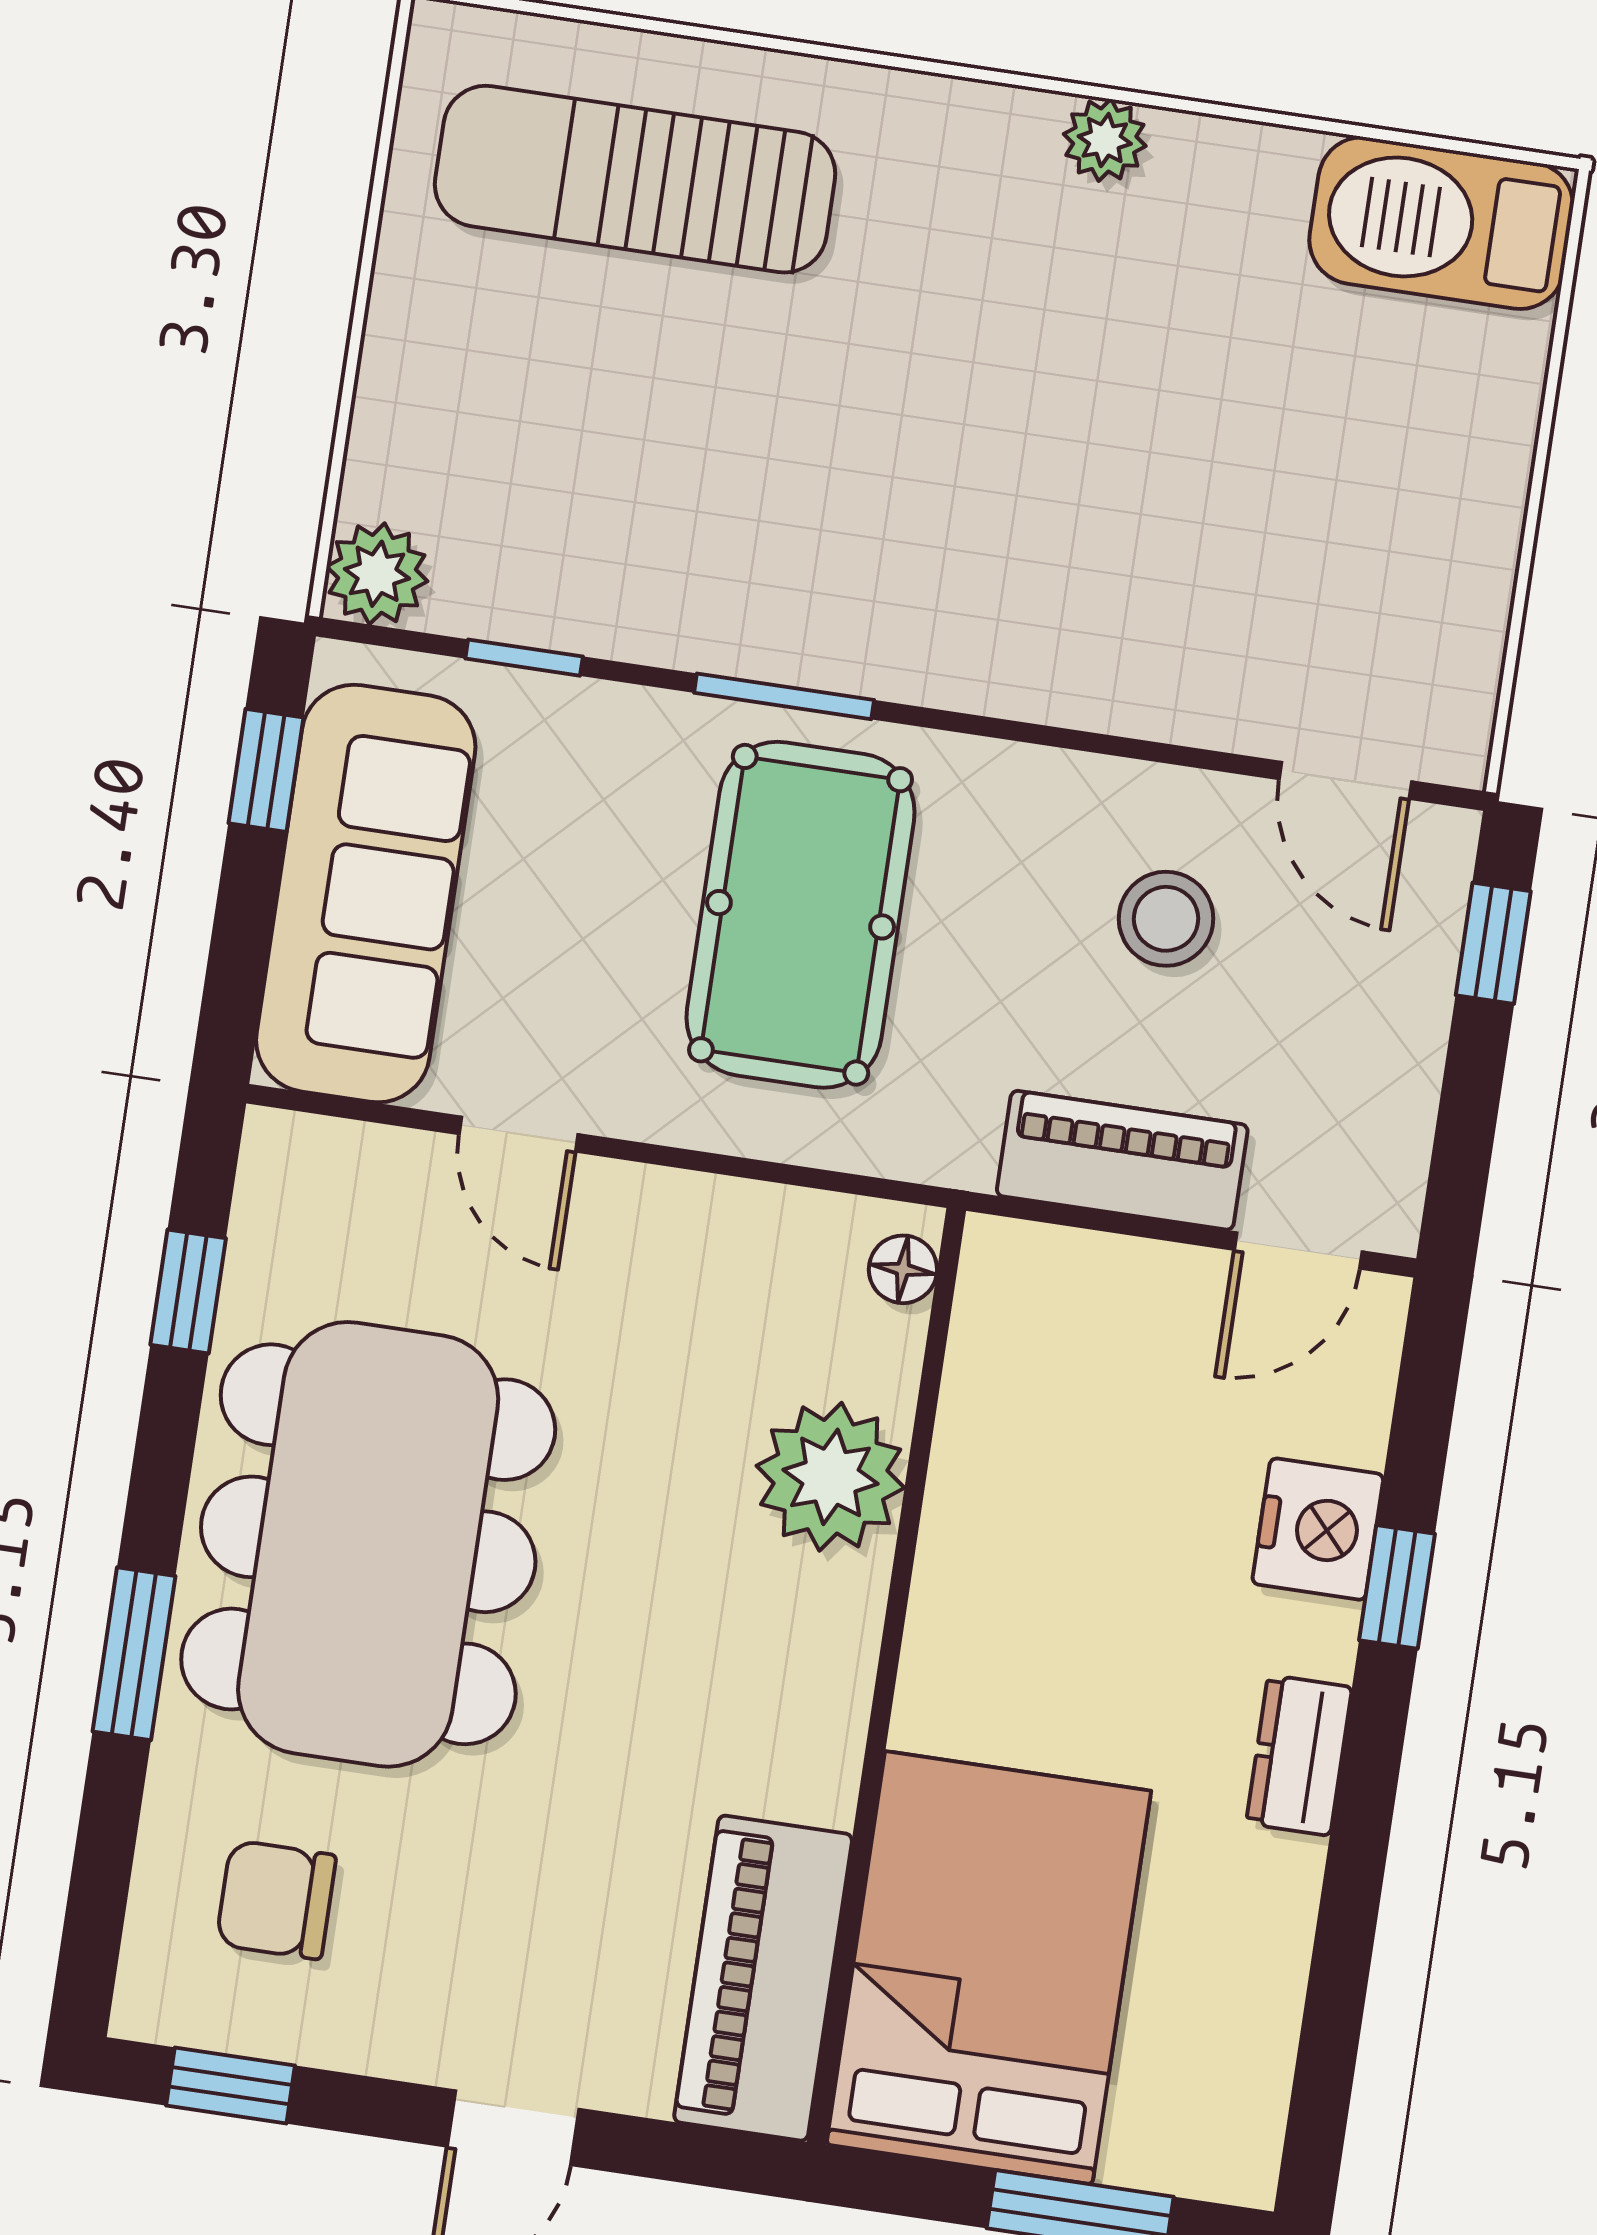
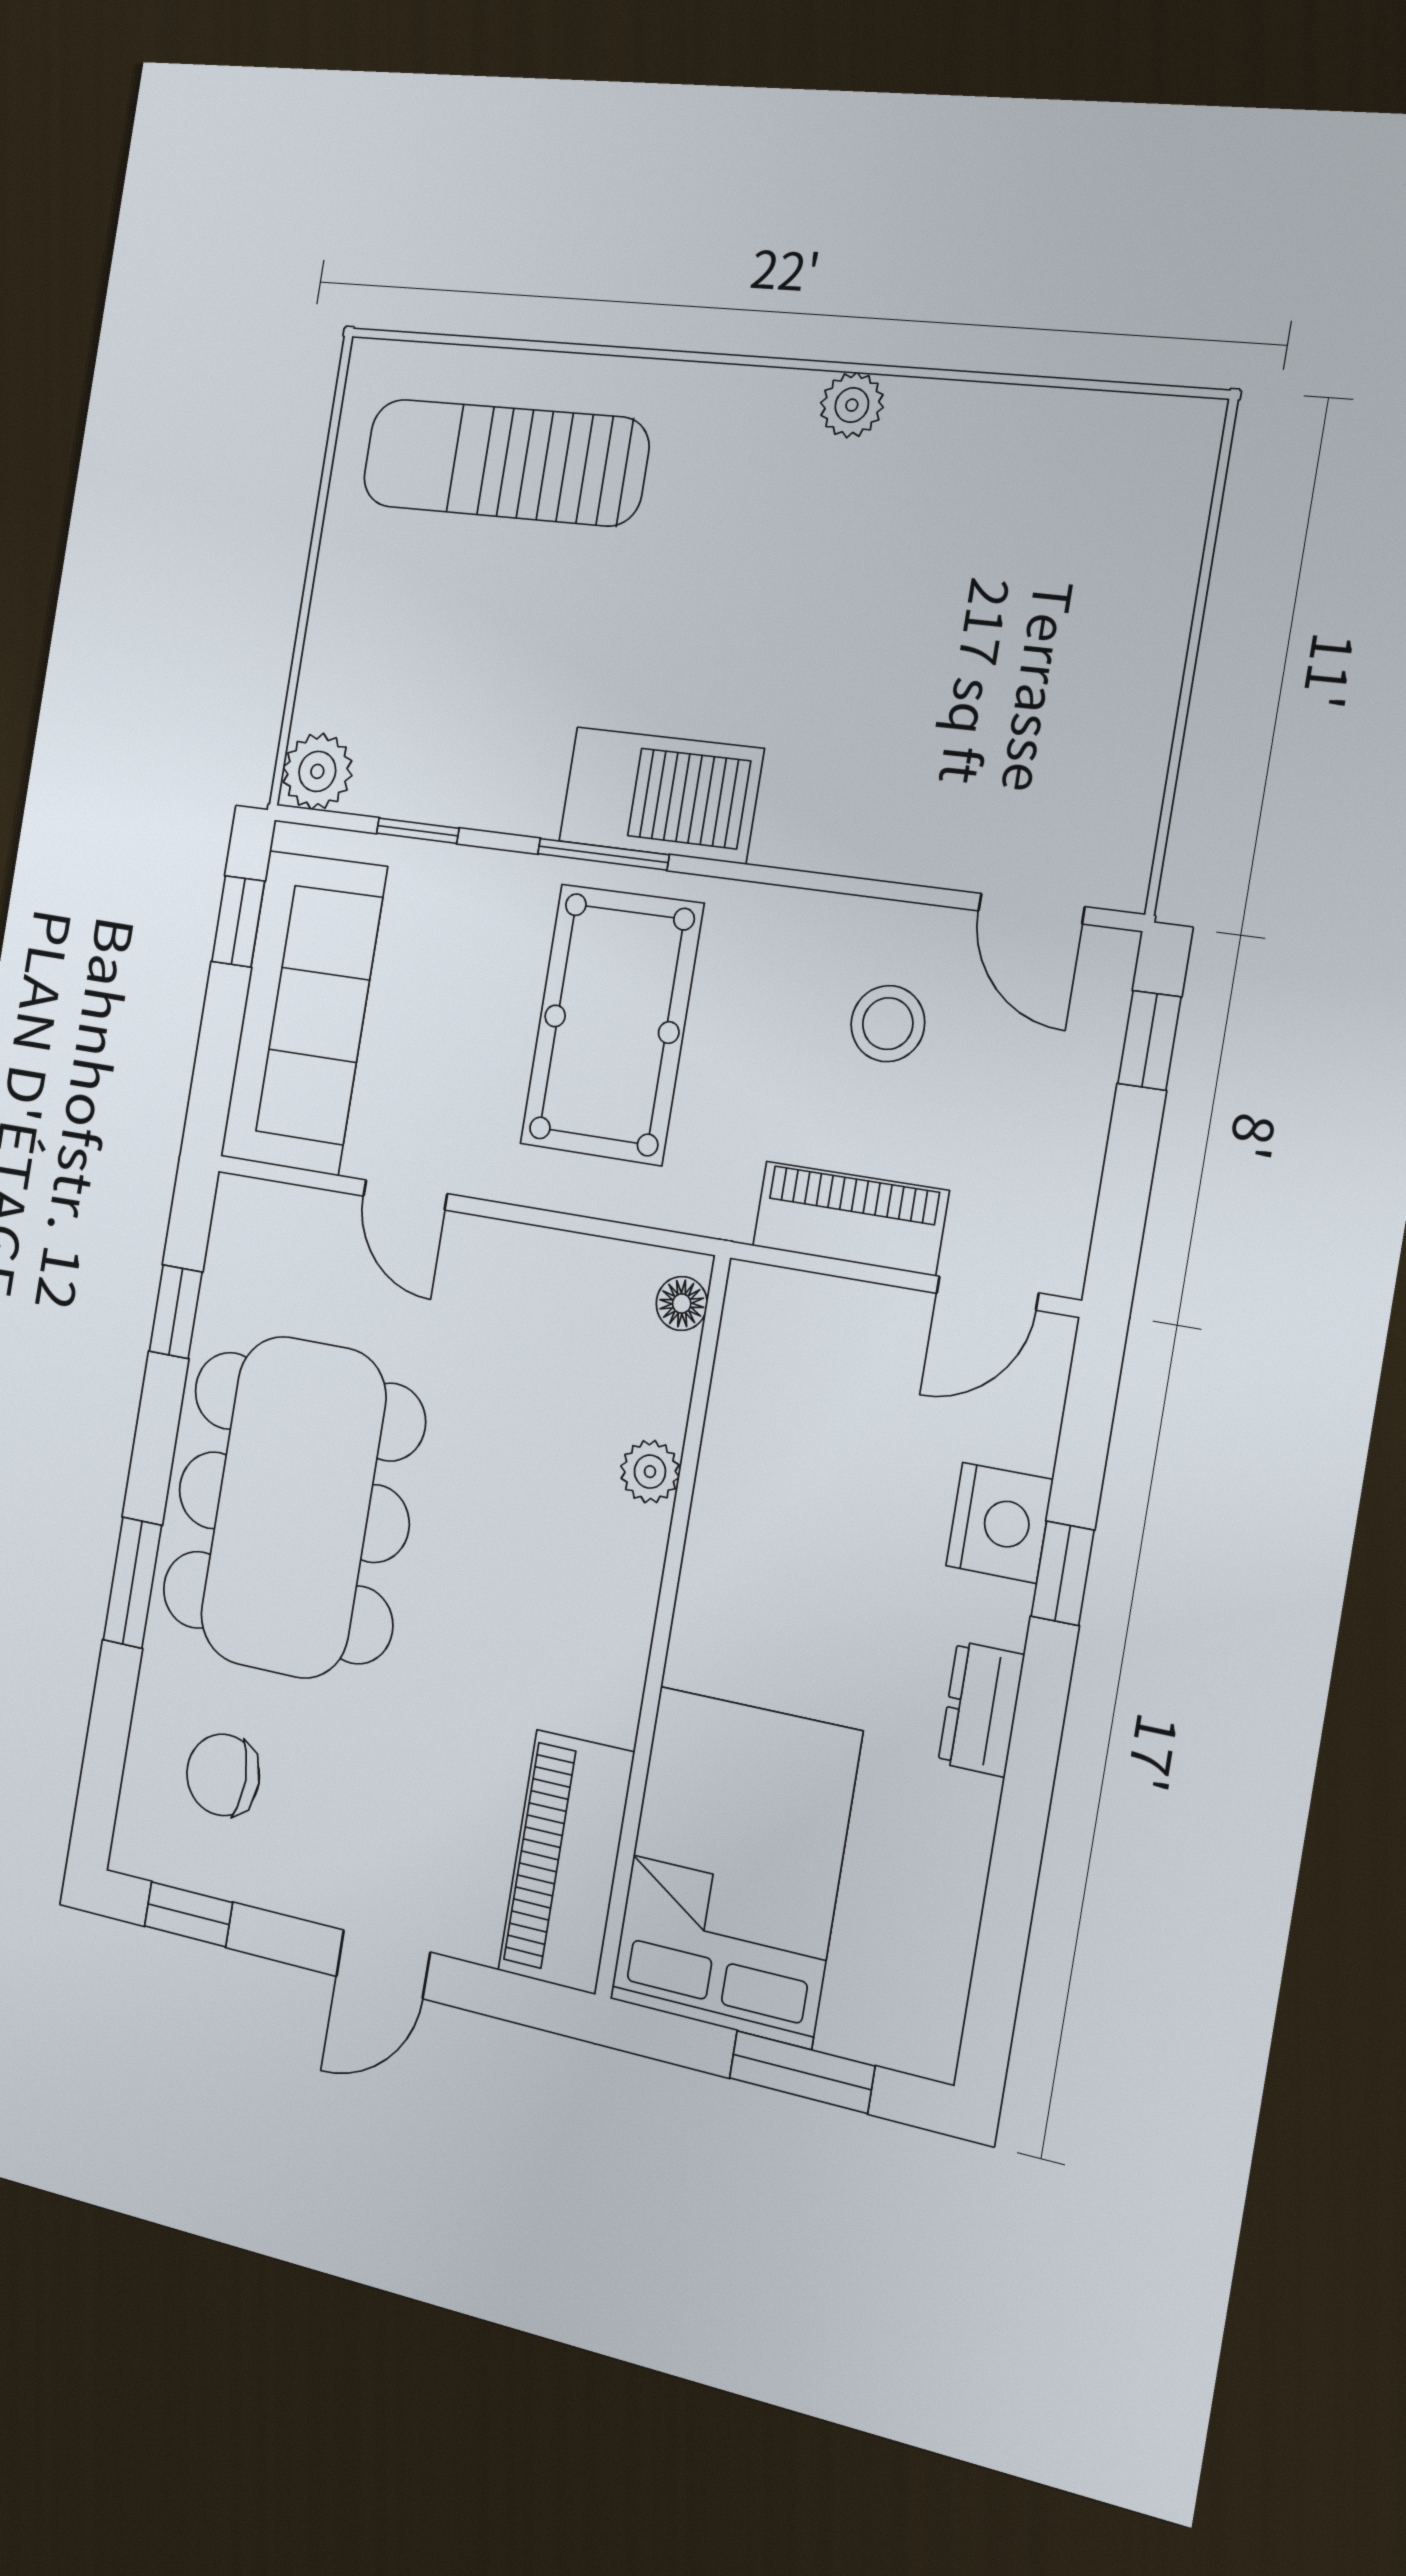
barbecue: (1441, 223) -> (661, 795), moved, turned 180
plant: (831, 1477) -> (650, 1472), width x0.53, depth x0.53

